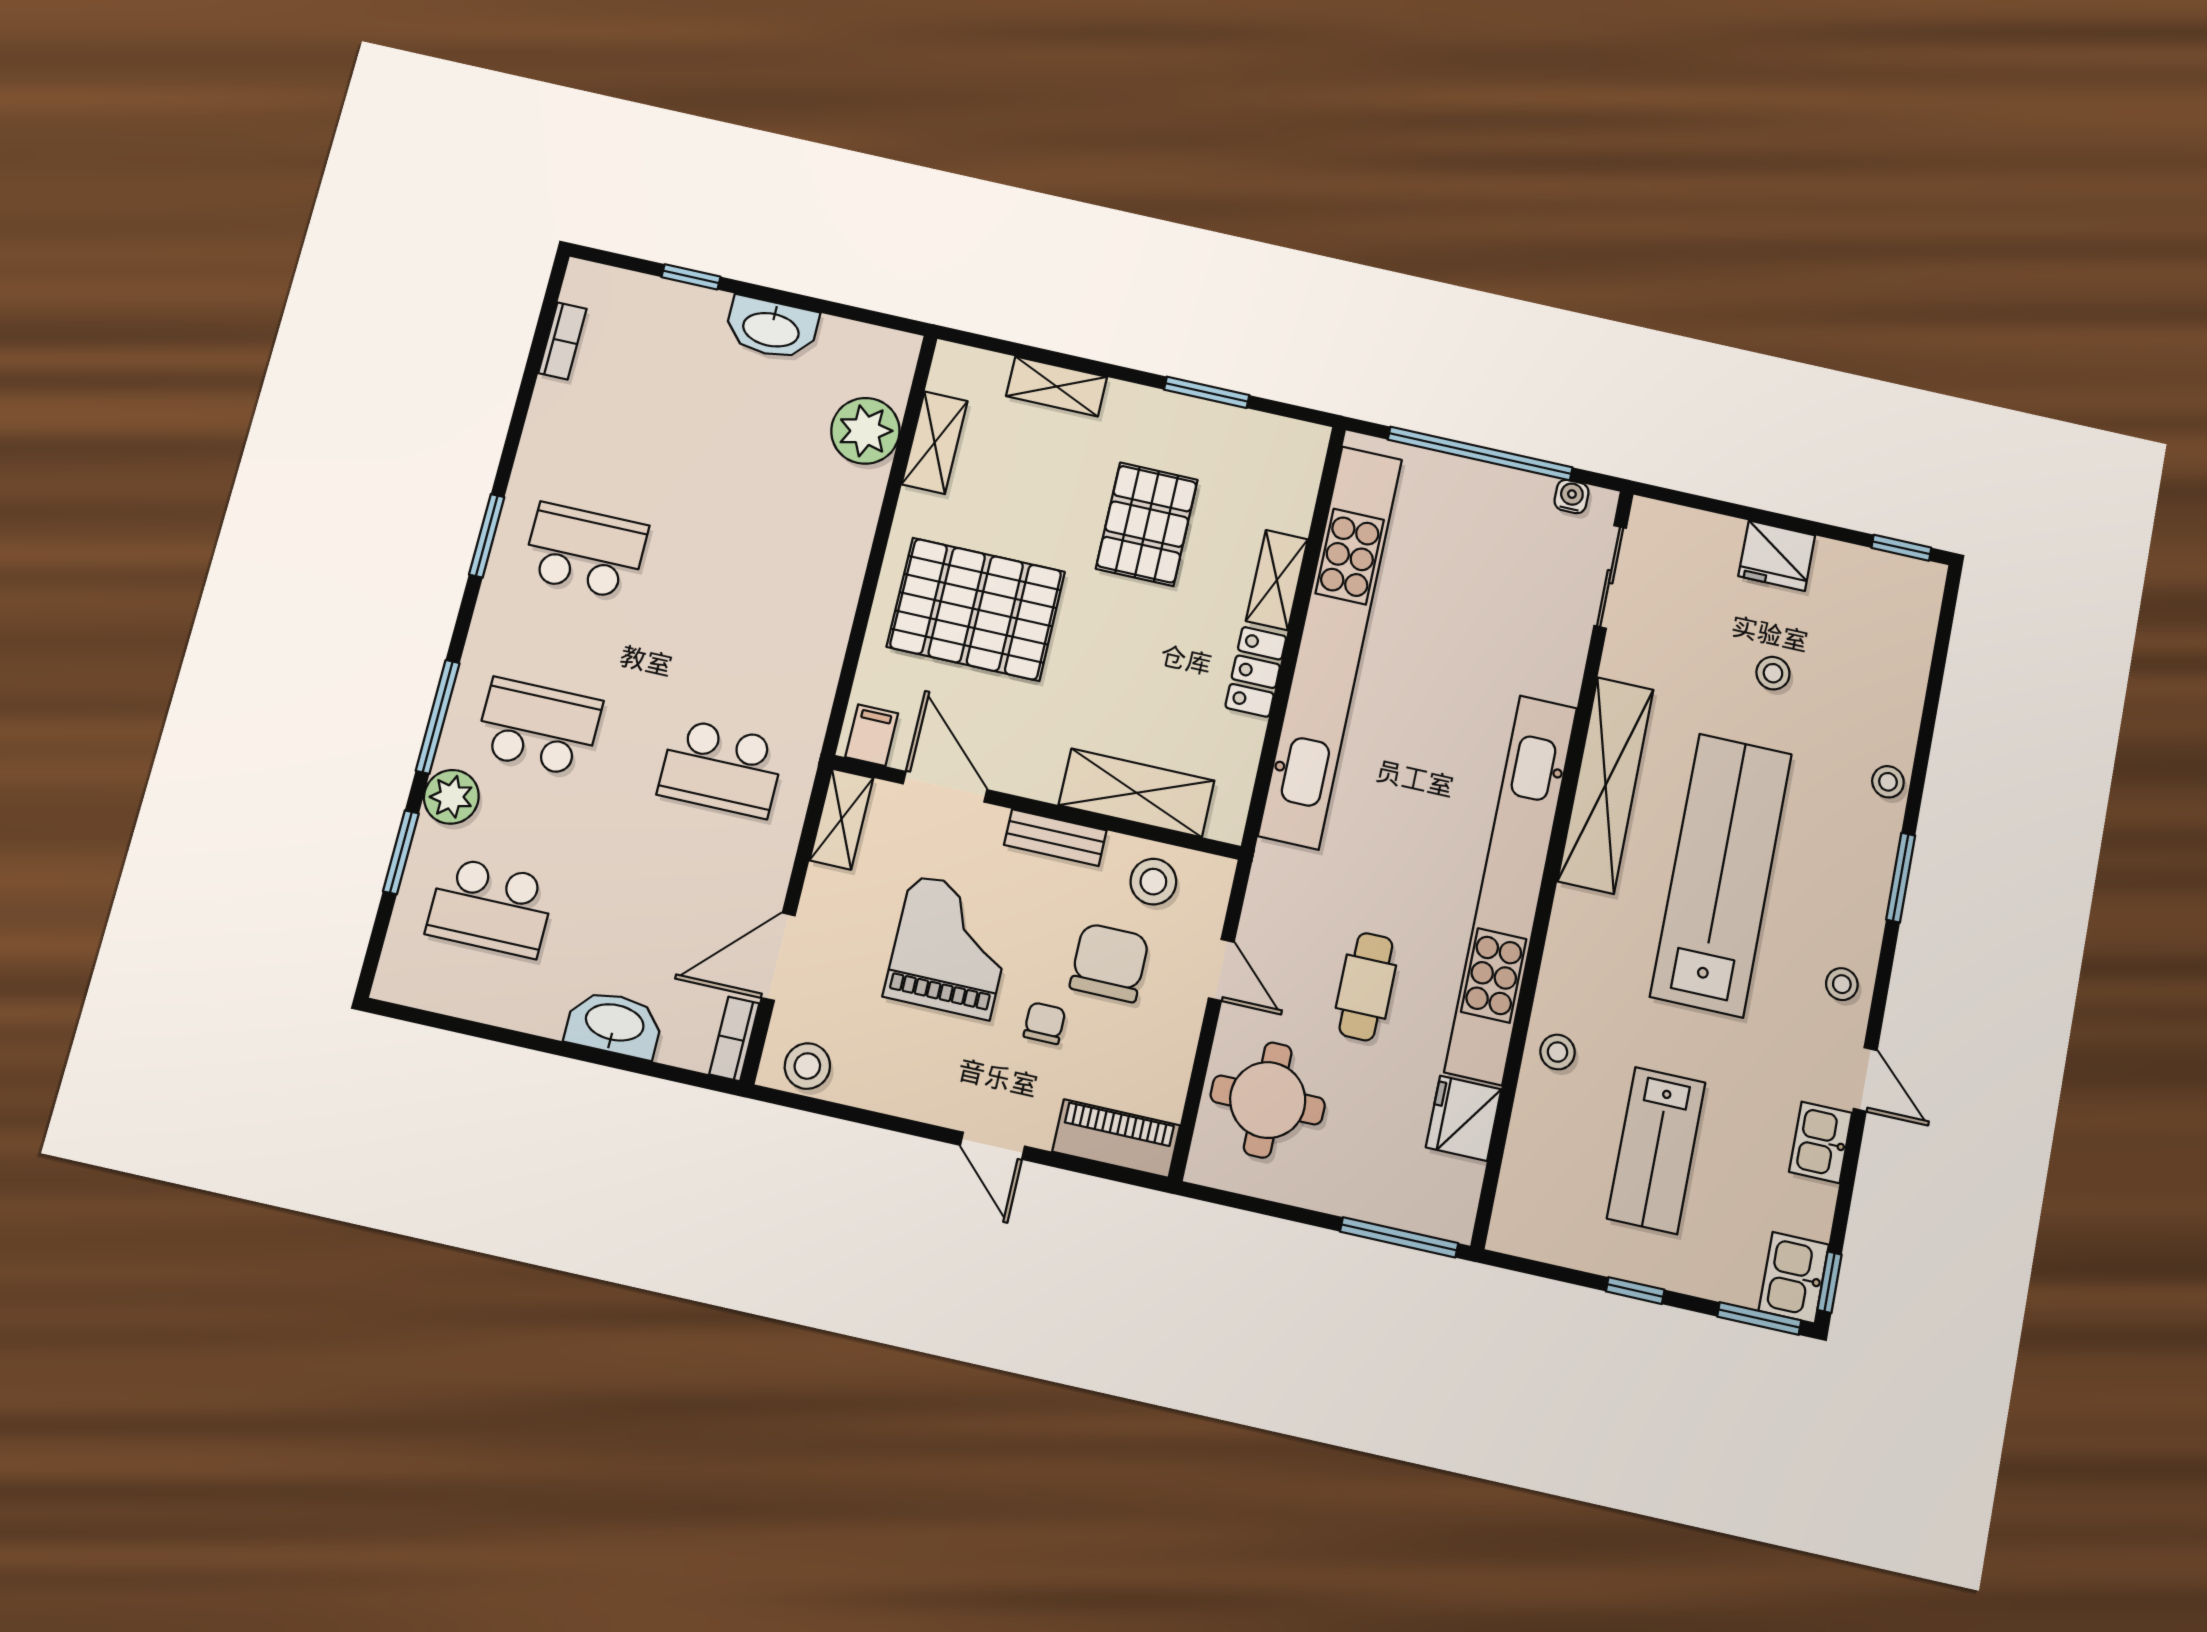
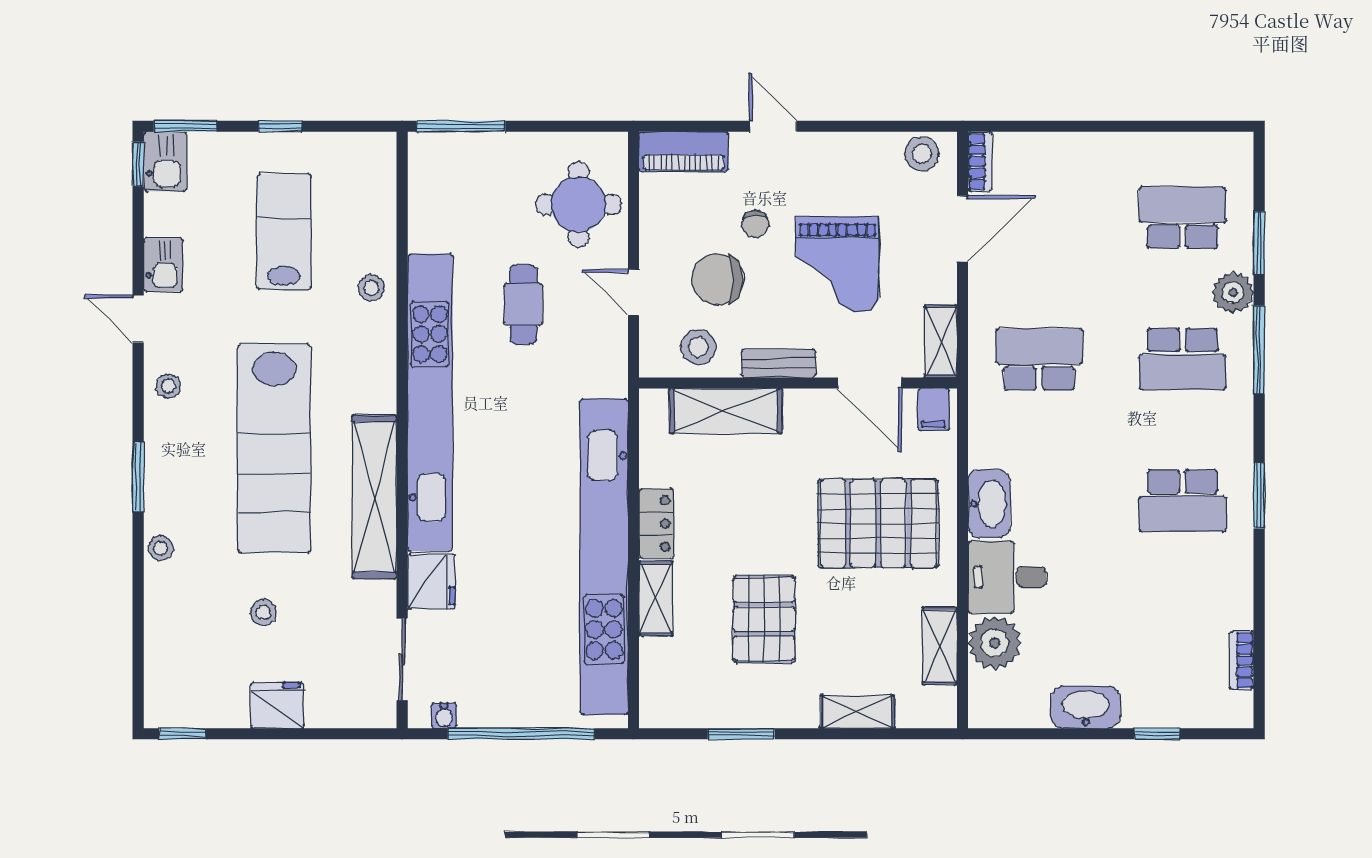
desk: (830, 507) -> (1007, 577), added
chair: (1109, 963) -> (718, 279), turned 90
washbasin: (614, 1024) -> (989, 504), moved, turned -90
fridge: (1464, 1118) -> (431, 581), moved

